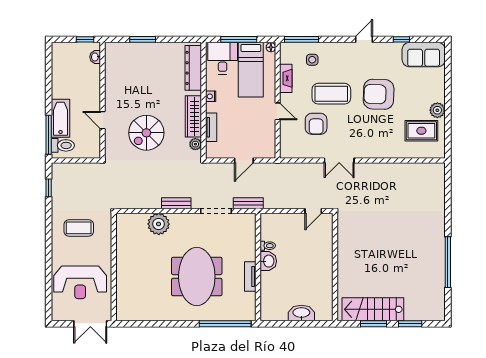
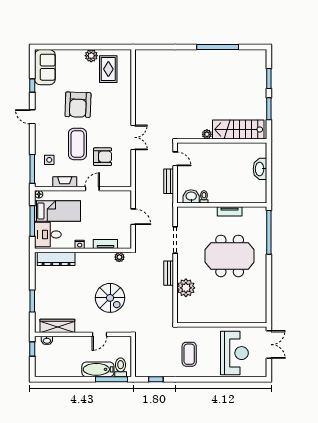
wardrobe: (193, 116) -> (57, 326), moved, turned 180
bench: (248, 203) -> (169, 181), moved
plant: (343, 249) -> (207, 134), added
washbasin: (268, 261) -> (191, 196), moved
stairs: (373, 309) -> (238, 129), moved, turned 90

